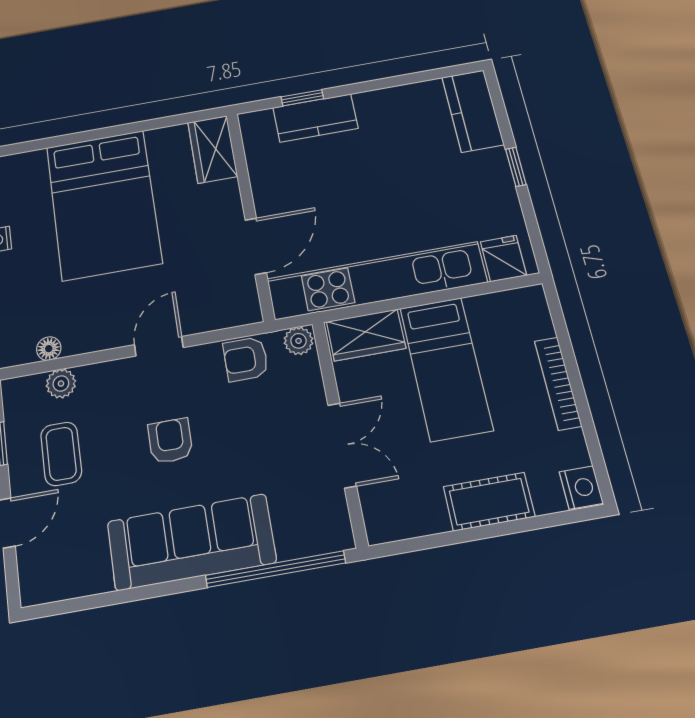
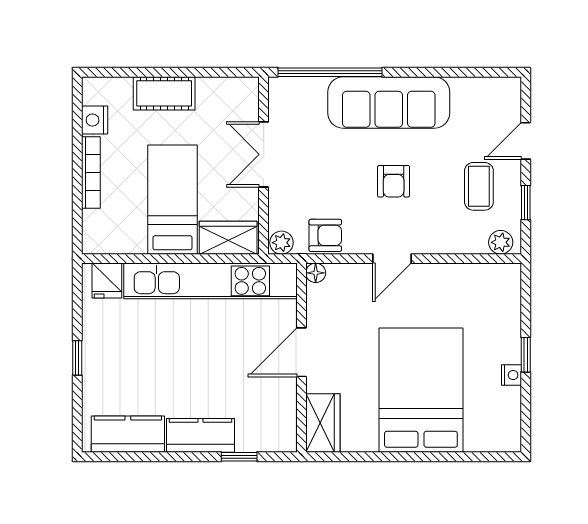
kitchen counter: (473, 111) -> (128, 434), moved, turned -90
kitchen counter: (315, 118) -> (201, 435), moved
door: (256, 246) -> (301, 352), moved
floor lamp: (49, 349) -> (316, 273), moved
plant: (61, 384) -> (501, 242), moved
nightstand: (581, 488) -> (95, 120), moved

